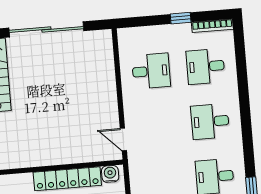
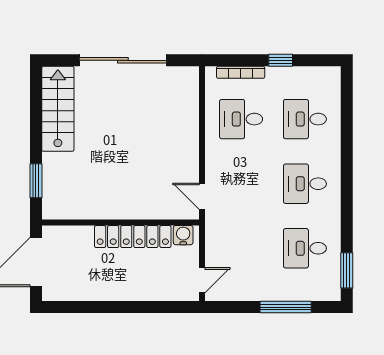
bookcase: (212, 26) -> (241, 72), moved
desk: (151, 71) -> (241, 119), turned 180

